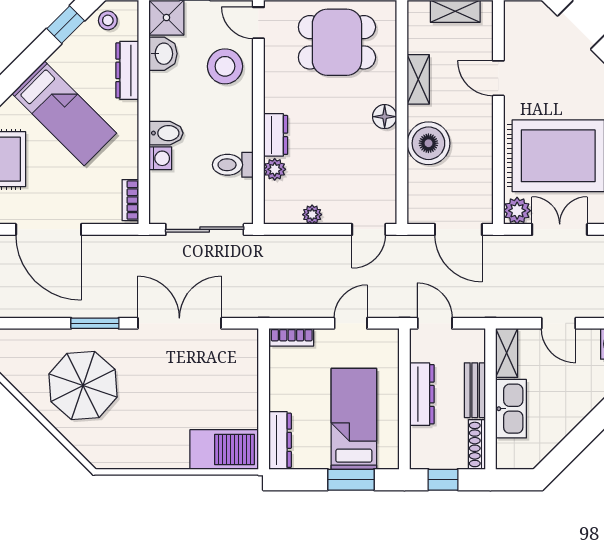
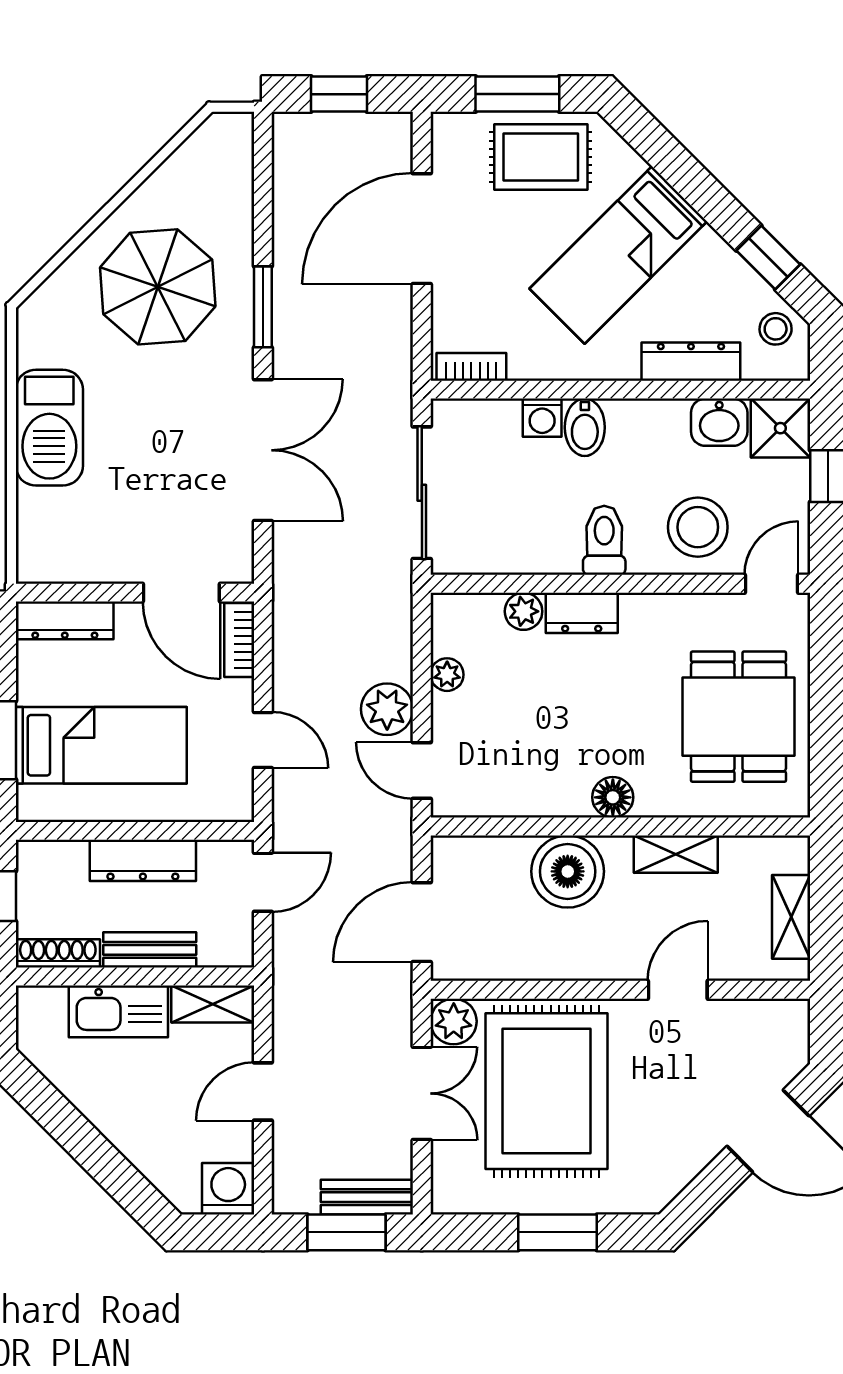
toilet: (233, 165) -> (604, 540), moved
plant: (333, 250) -> (387, 709), added
door: (264, 371) -> (181, 593), added
barbecue: (224, 449) -> (49, 428), moved

